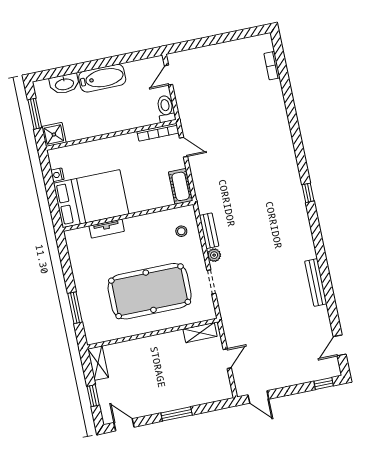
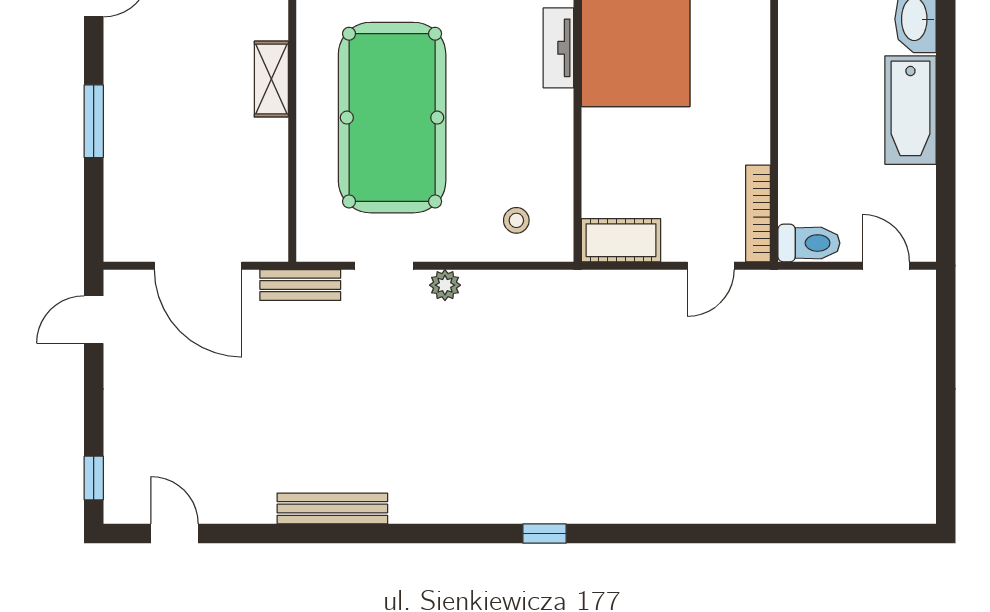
bookcase: (272, 66) -> (858, 511), removed
bench: (209, 231) -> (300, 285), moved
shelving: (200, 333) -> (271, 79), moved
door: (227, 359) -> (198, 266), width x1.87

